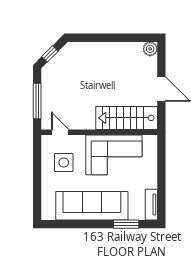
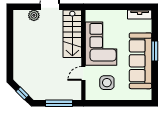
plant: (150, 49) -> (34, 15), moved
door: (60, 132) -> (83, 73), moved
window: (126, 224) -> (155, 51), moved

